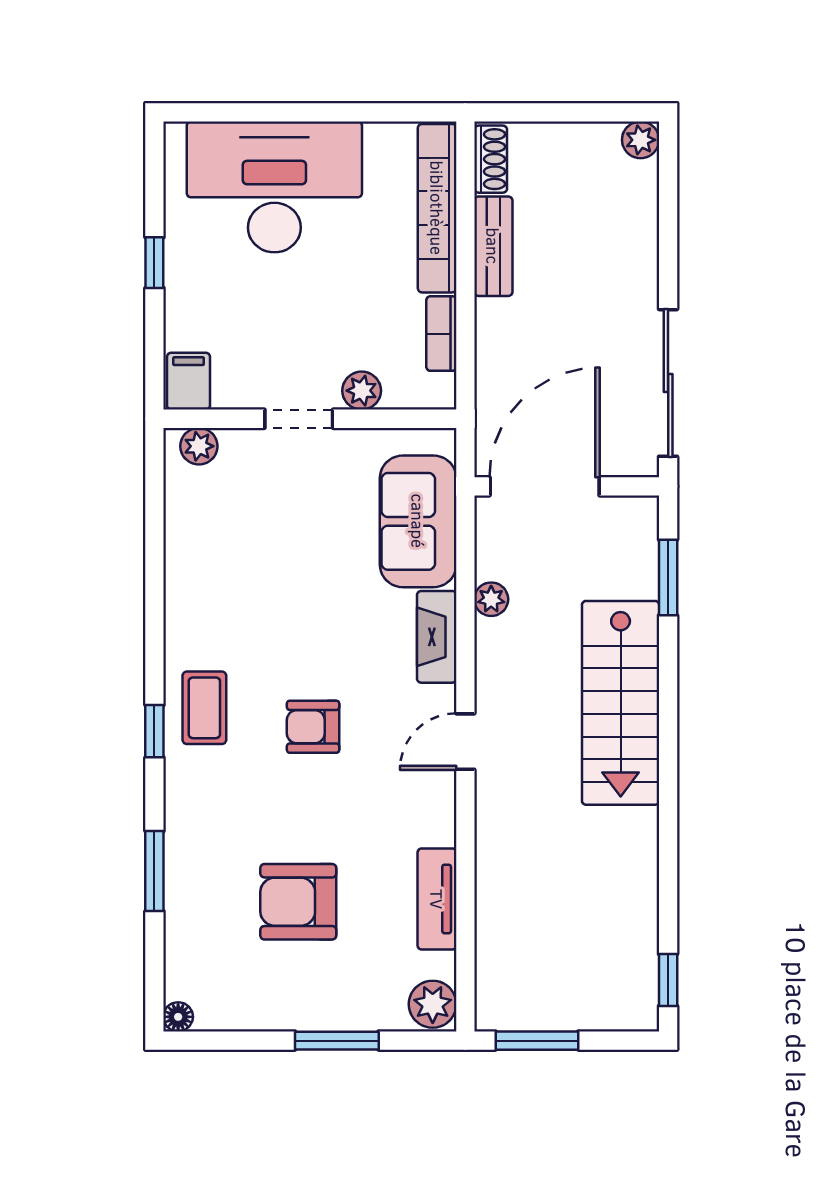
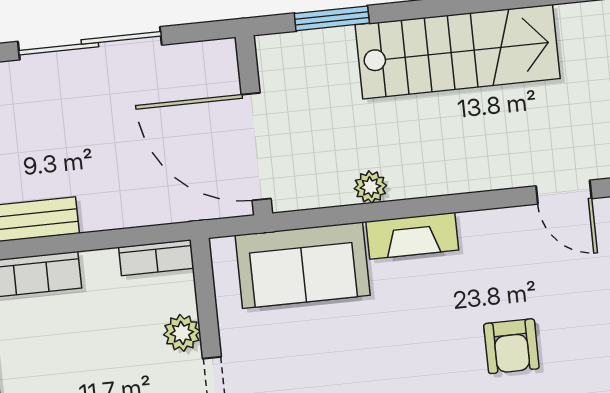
bookcase: (441, 334) -> (156, 258), moved
sliding door: (668, 383) -> (90, 43), moved
door: (465, 742) -> (564, 192), moved

